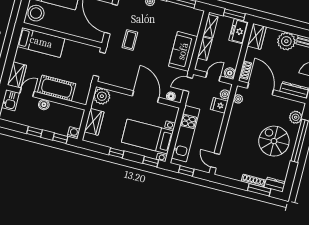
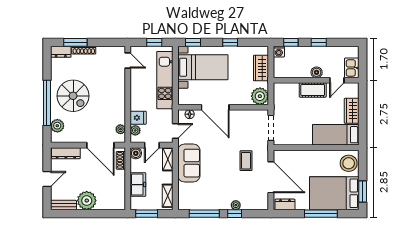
freezer: (239, 31) -> (138, 185), moved
wardrobe: (257, 36) -> (118, 198), removed
shelving: (205, 49) -> (168, 159), moved
wardrobe: (17, 75) -> (352, 111), moved
cot: (57, 88) -> (313, 90), width x0.73, depth x0.75

